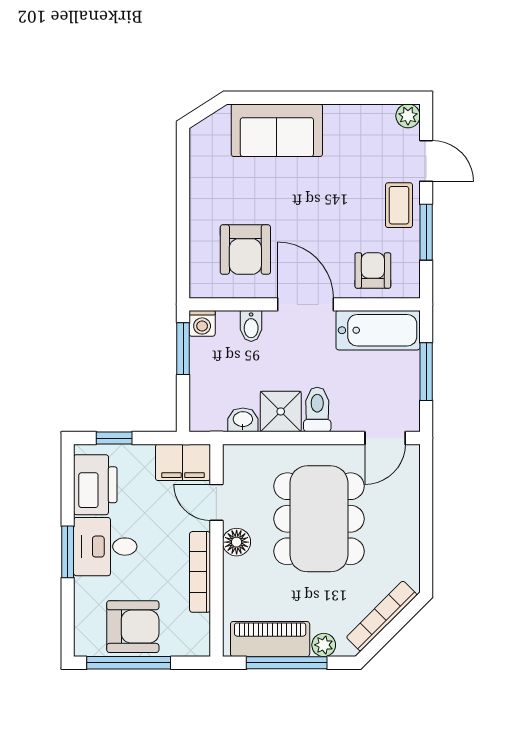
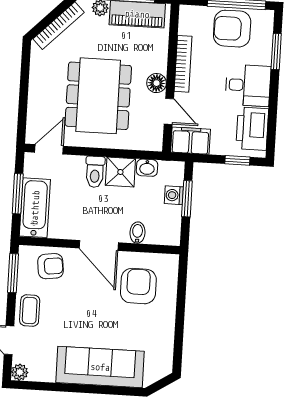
sofa: (277, 130) -> (100, 367), width x1.36
window: (426, 232) -> (13, 273), moved
armchair: (373, 270) -> (51, 266), turned -97
washing machine: (202, 323) -> (174, 195), moved, turned -90
bathtub: (378, 330) -> (35, 208), moved, turned 90
window: (183, 349) -> (187, 199), moved
window: (68, 552) -> (276, 52), moved

